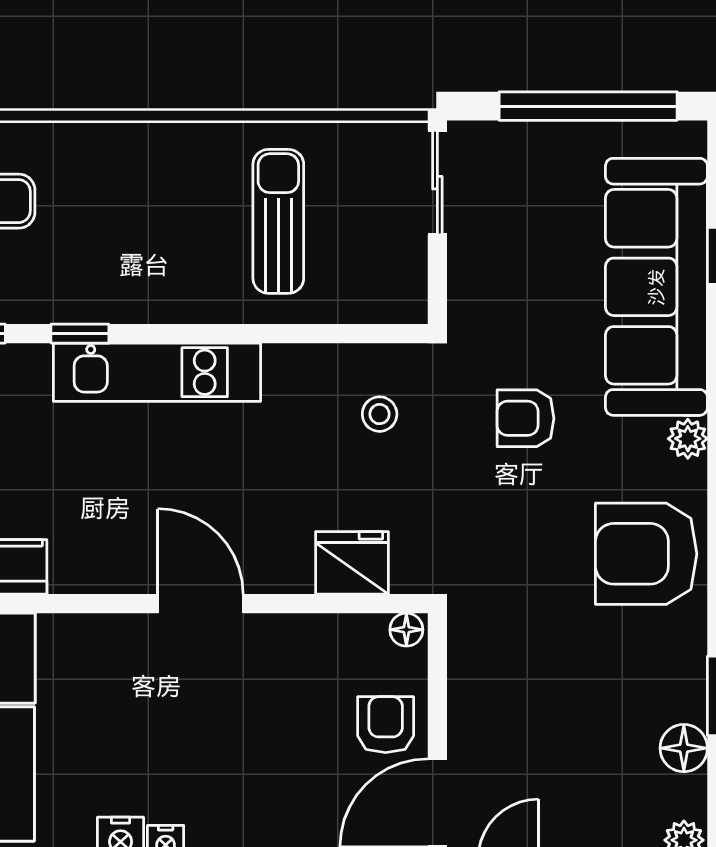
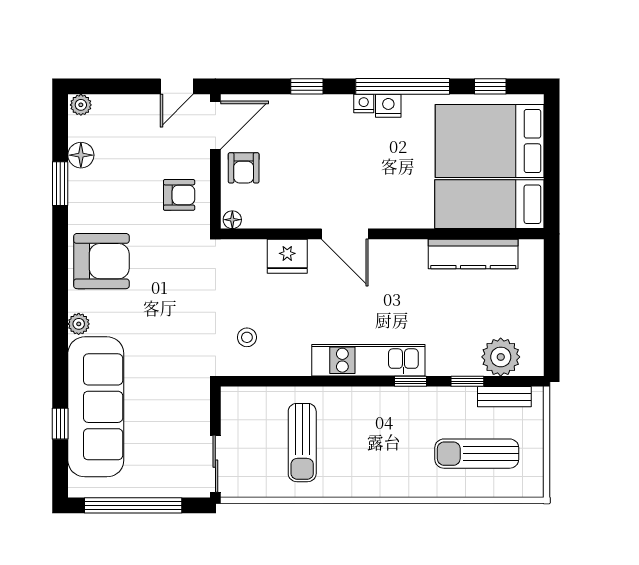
armchair: (525, 418) -> (179, 195), moved
fridge: (352, 563) -> (287, 256), moved

